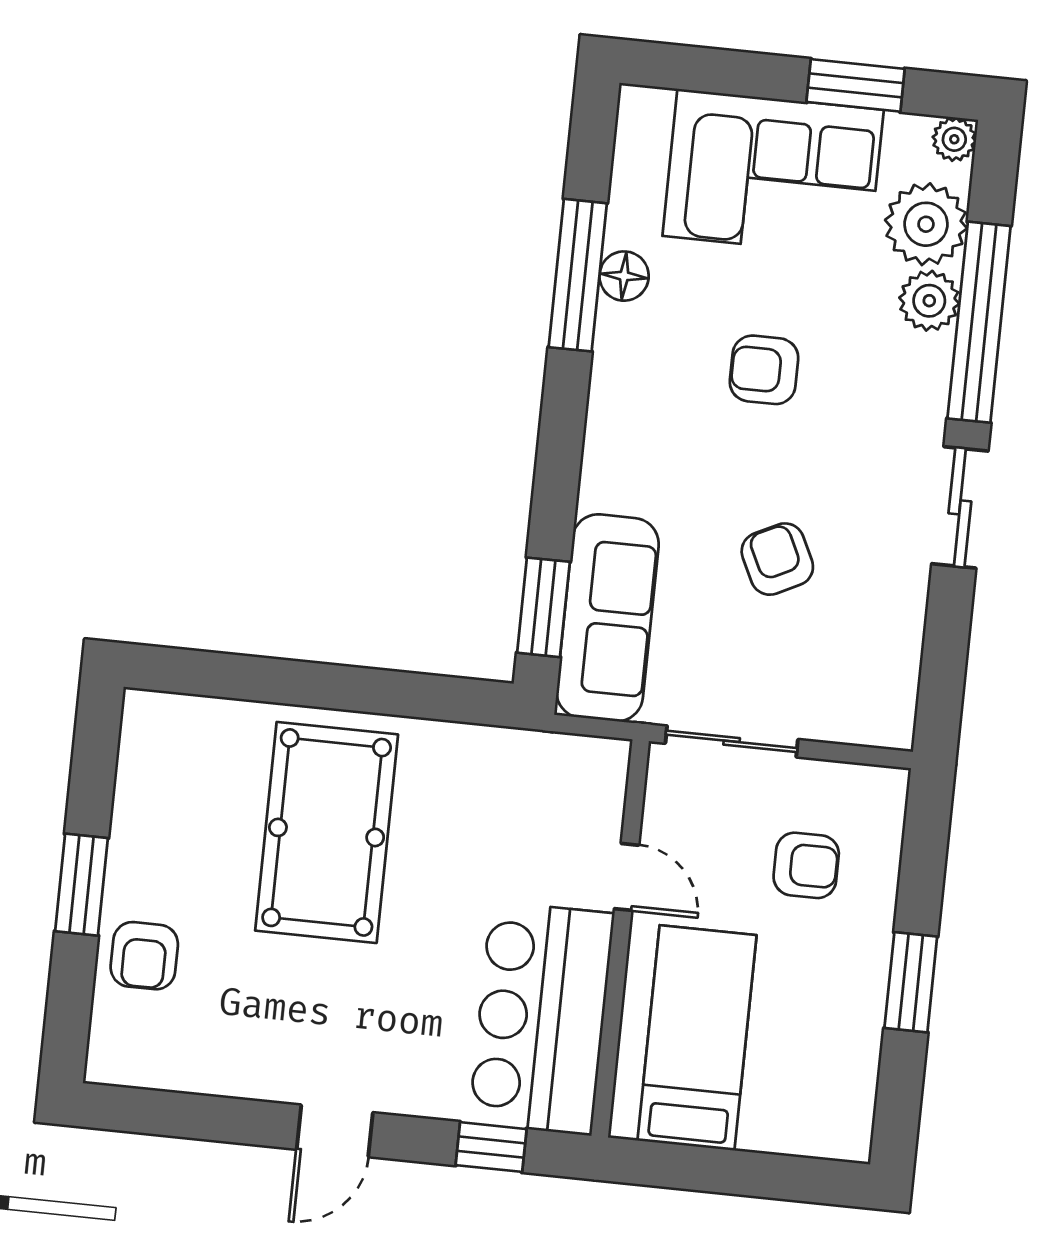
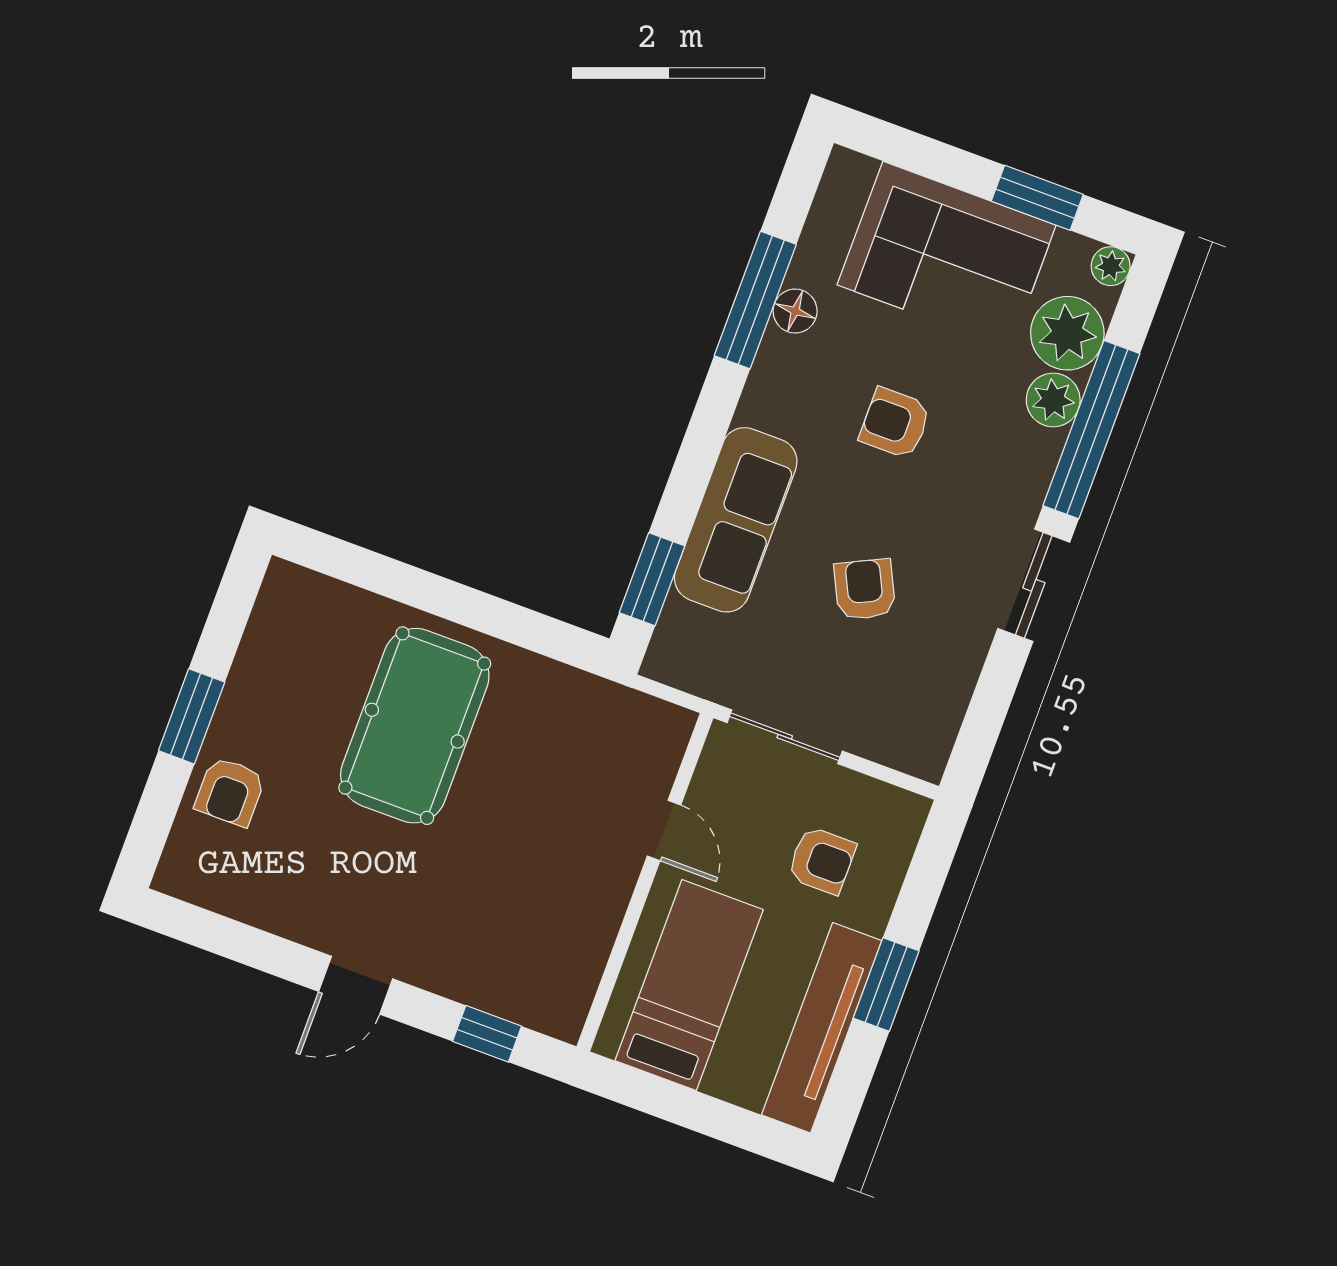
sofa: (608, 618) -> (736, 520), moved
bar counter: (541, 1018) -> (559, 934), removed
tv unit: (853, 1047) -> (822, 1028), added

